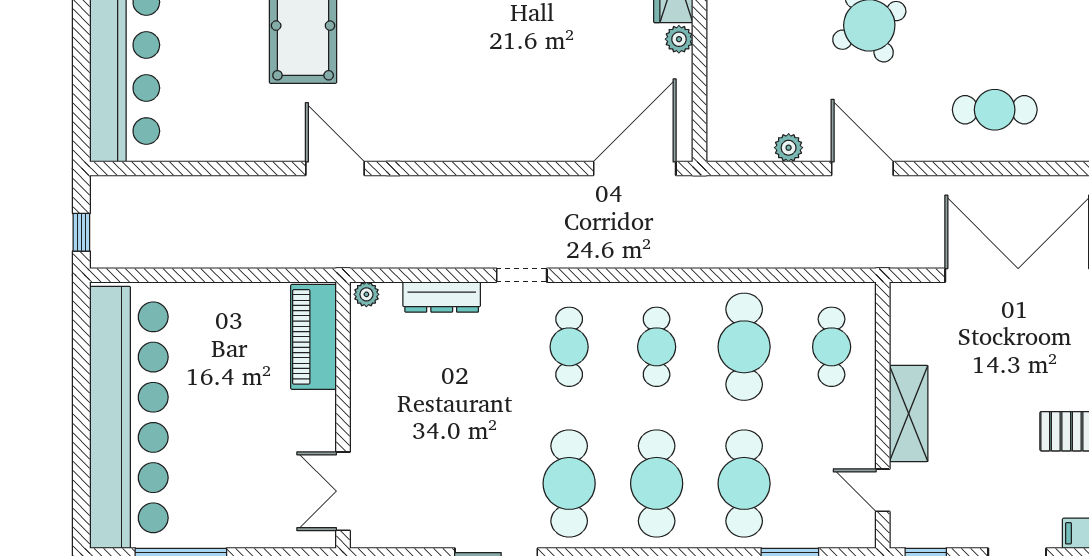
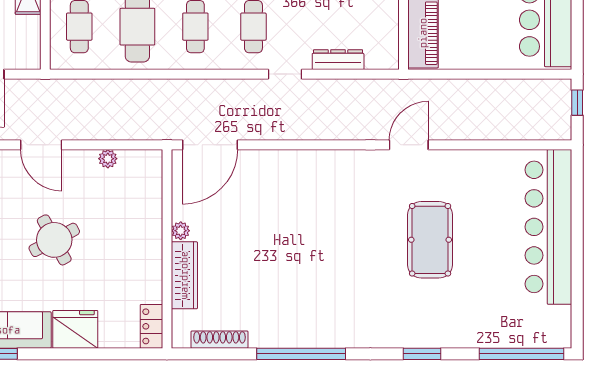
door: (335, 169) -> (409, 145), swing flipped
door: (862, 169) -> (41, 145), moved
plant: (366, 294) -> (388, 61), removed

